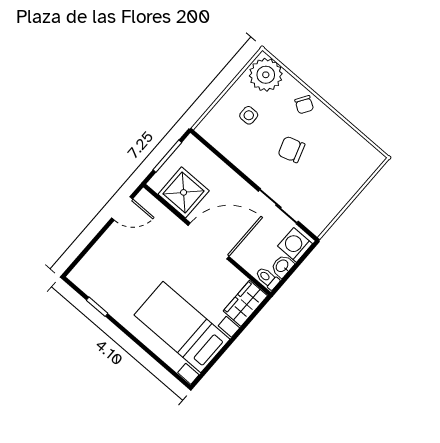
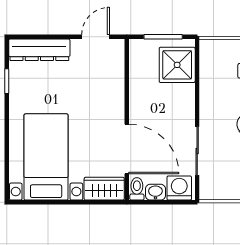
shower: (184, 192) -> (177, 65), moved
door: (122, 208) -> (96, 37), swing flipped
door: (208, 241) -> (127, 149), moved
dresser: (95, 260) -> (39, 50), added

